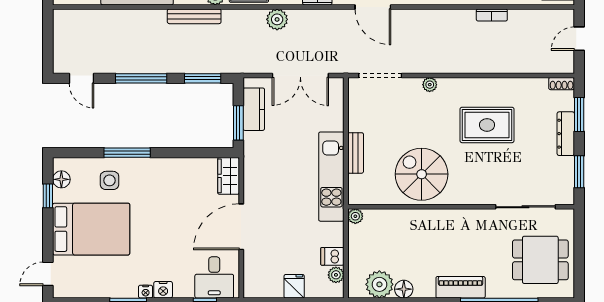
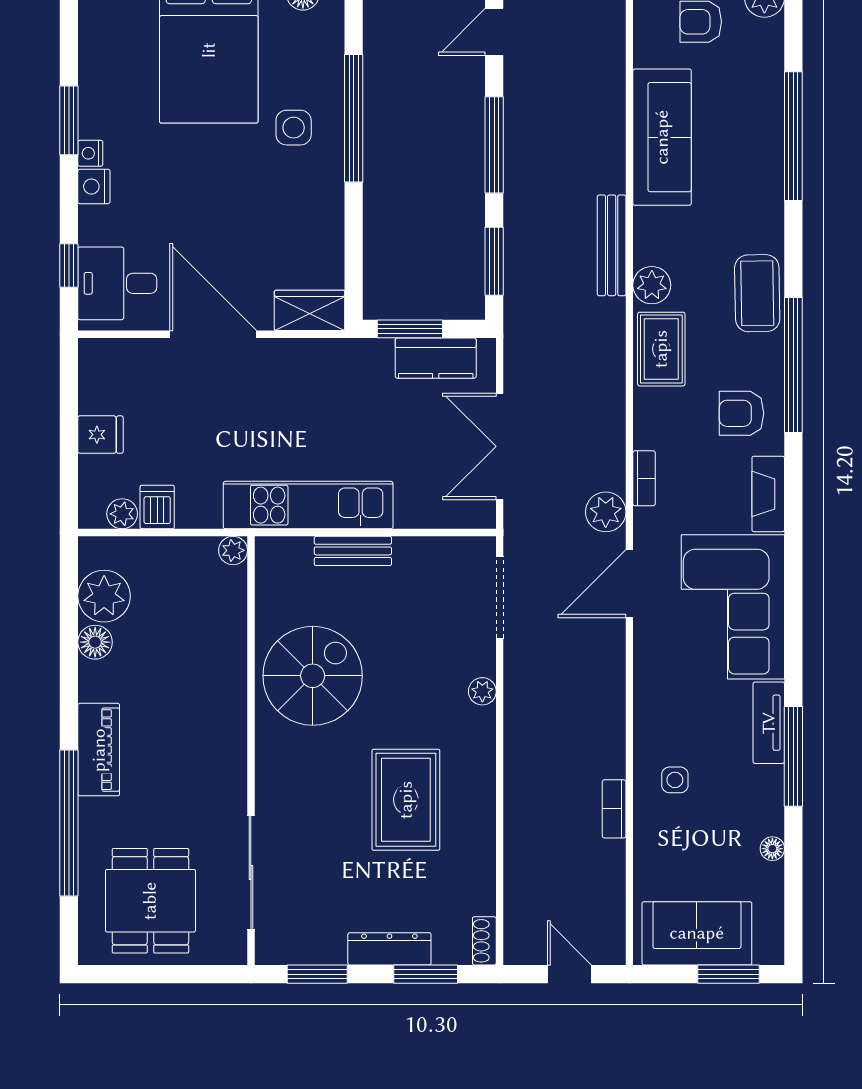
plant: (277, 19) -> (606, 512), moved
window: (127, 153) -> (354, 118), width x1.46
side table: (110, 180) -> (294, 128), moved

